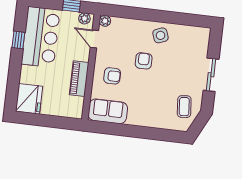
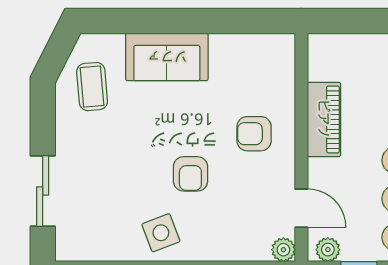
sliding door: (211, 75) -> (43, 191), moved
sofa: (108, 111) -> (167, 57), moved

